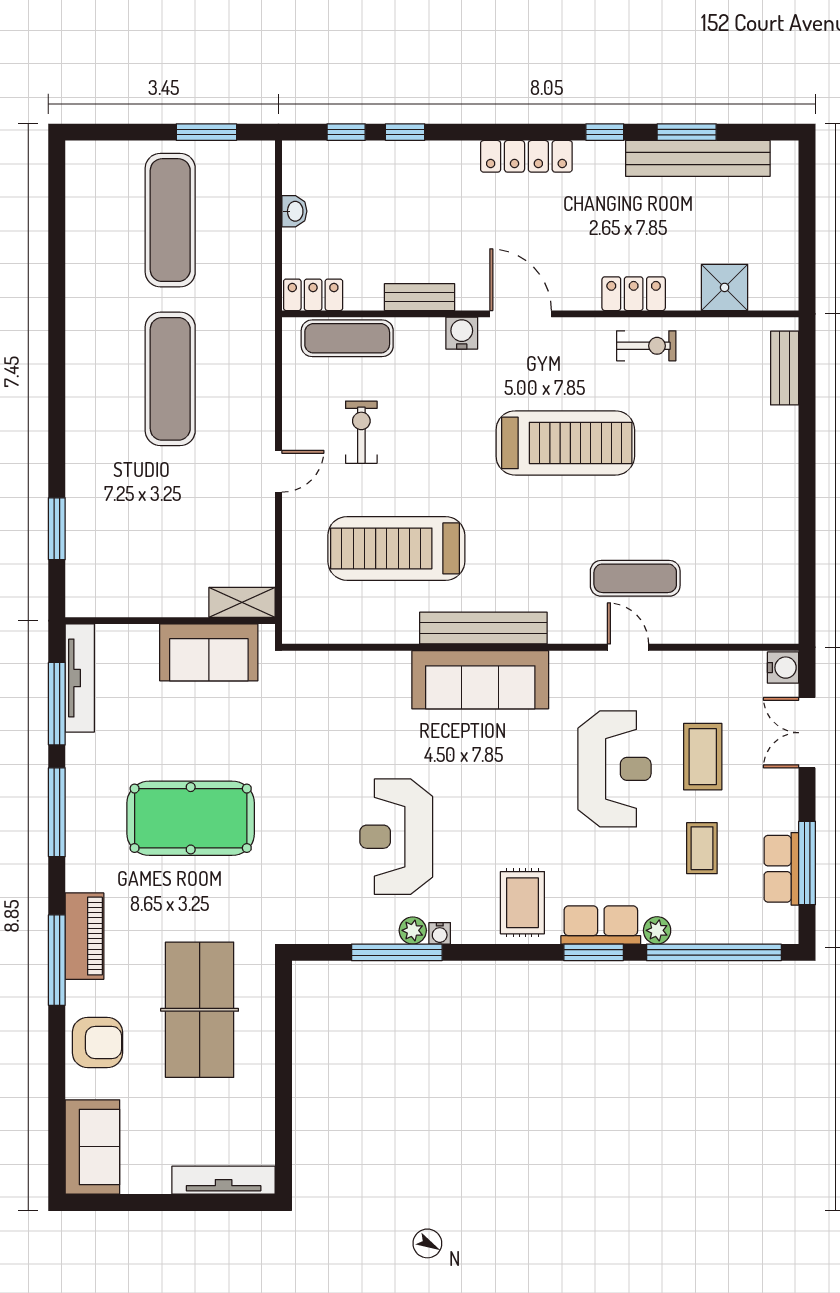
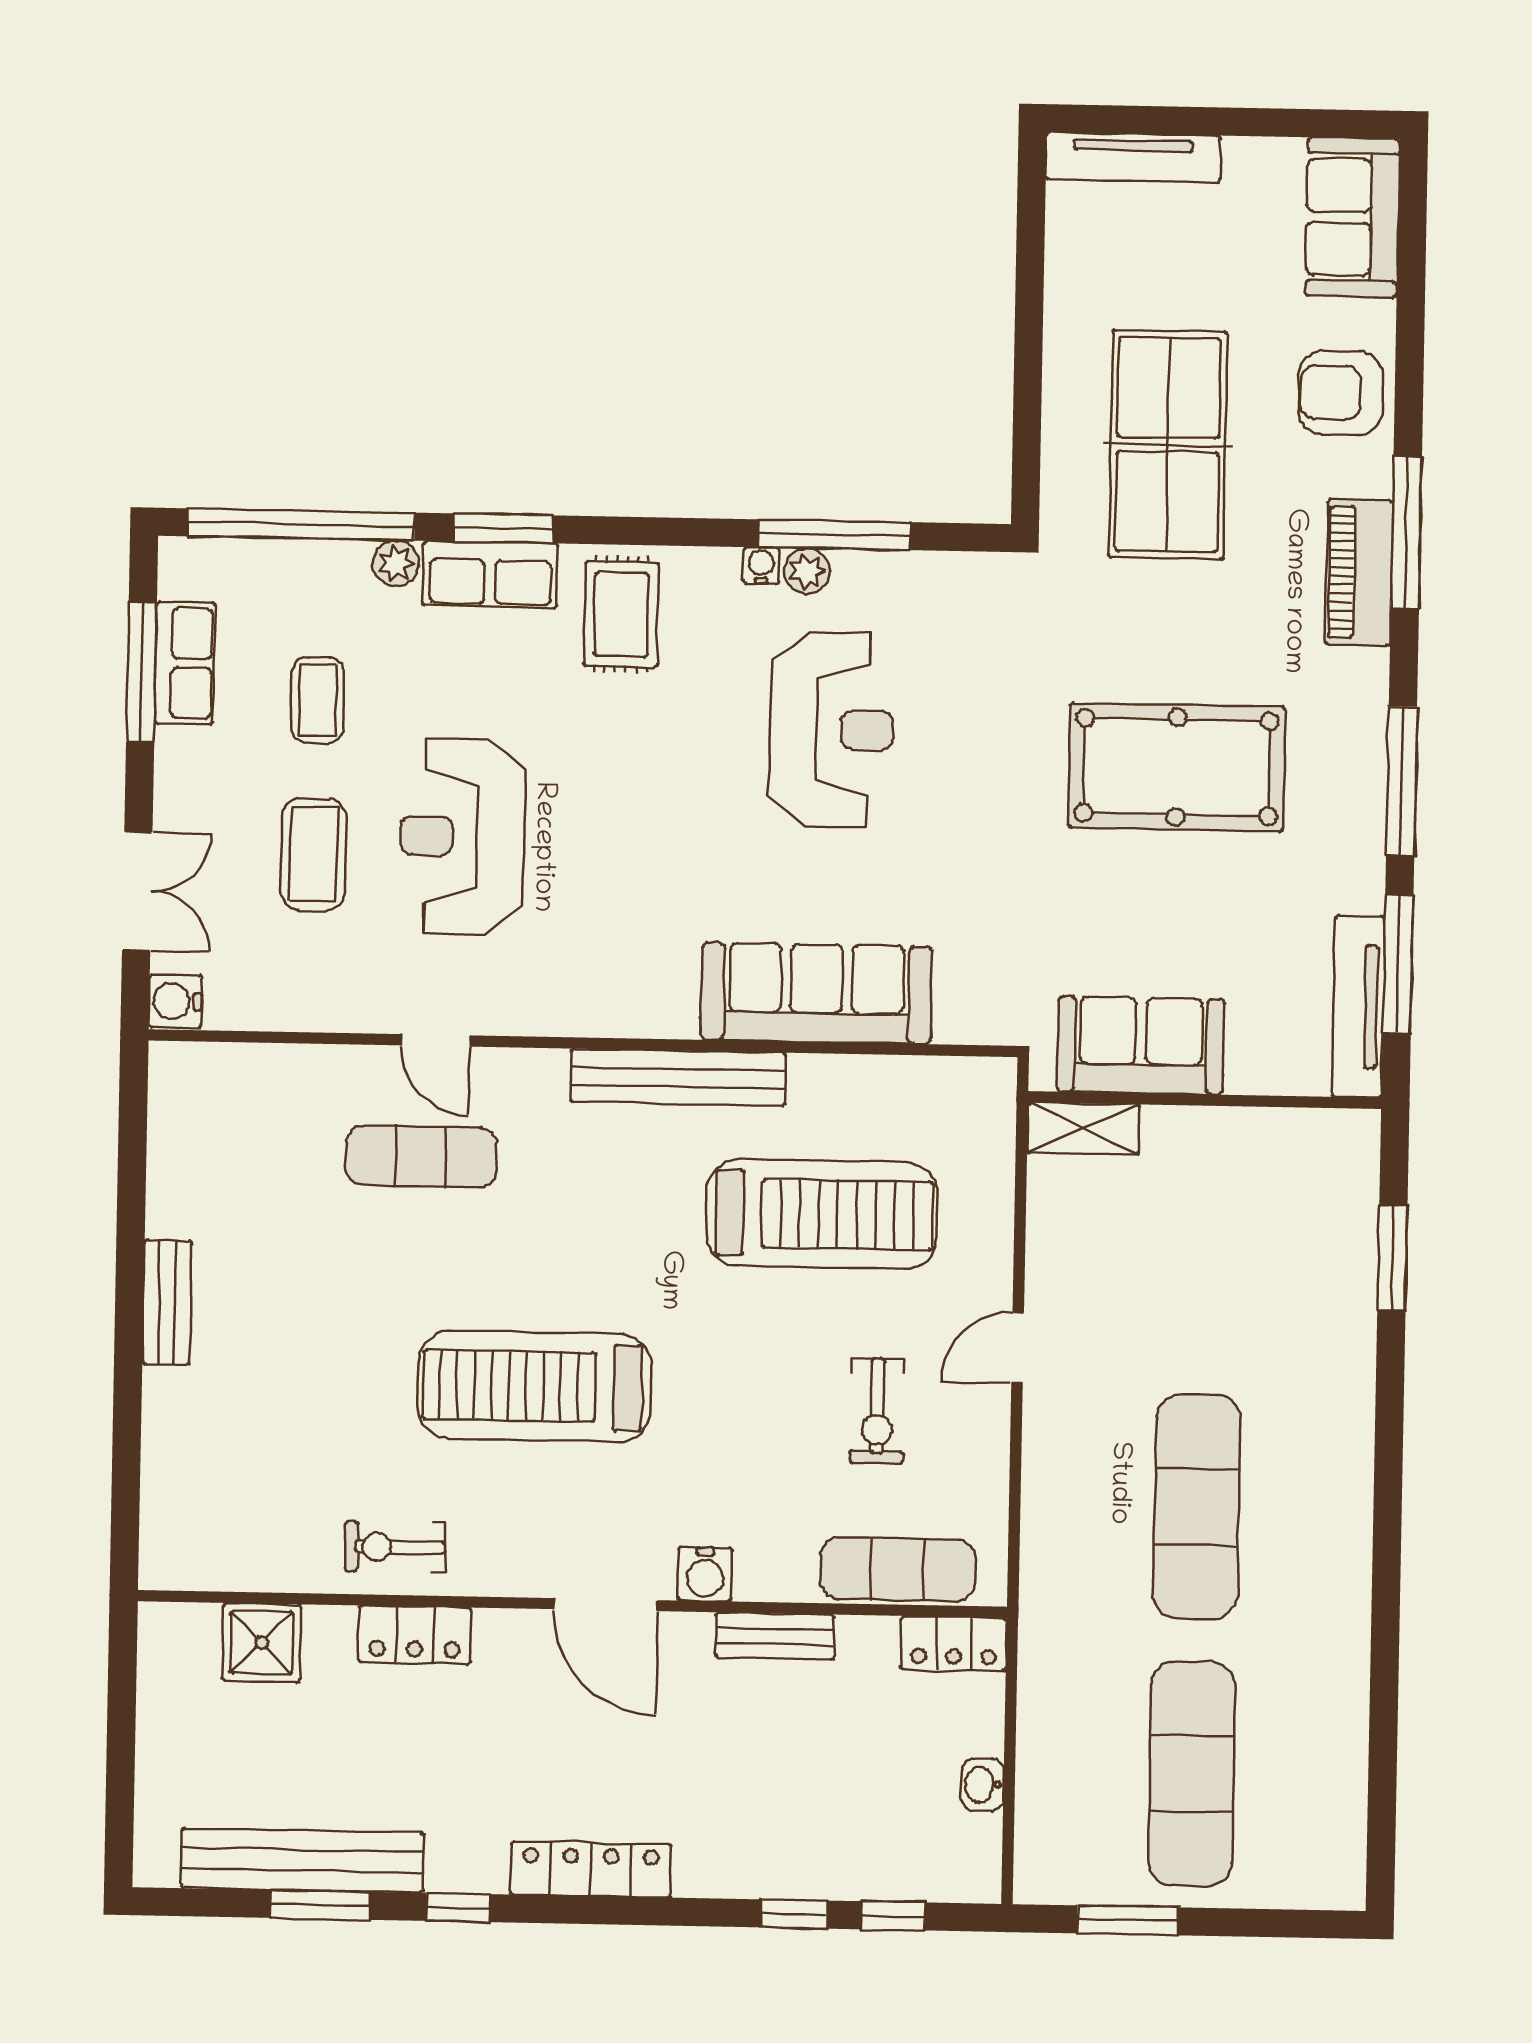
bench: (785, 368) -> (167, 1302), moved
sofa: (480, 680) -> (816, 993), moved

